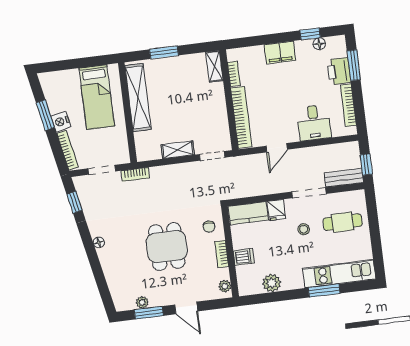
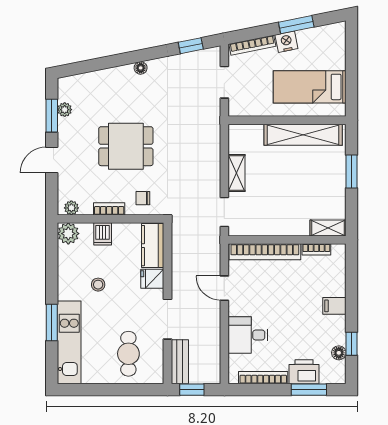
filing cabinet: (280, 53) -> (334, 306), width x0.50
bookcase: (135, 174) -> (214, 120), removed
stool: (304, 229) -> (98, 285), moved
plant: (272, 283) -> (68, 234), moved

